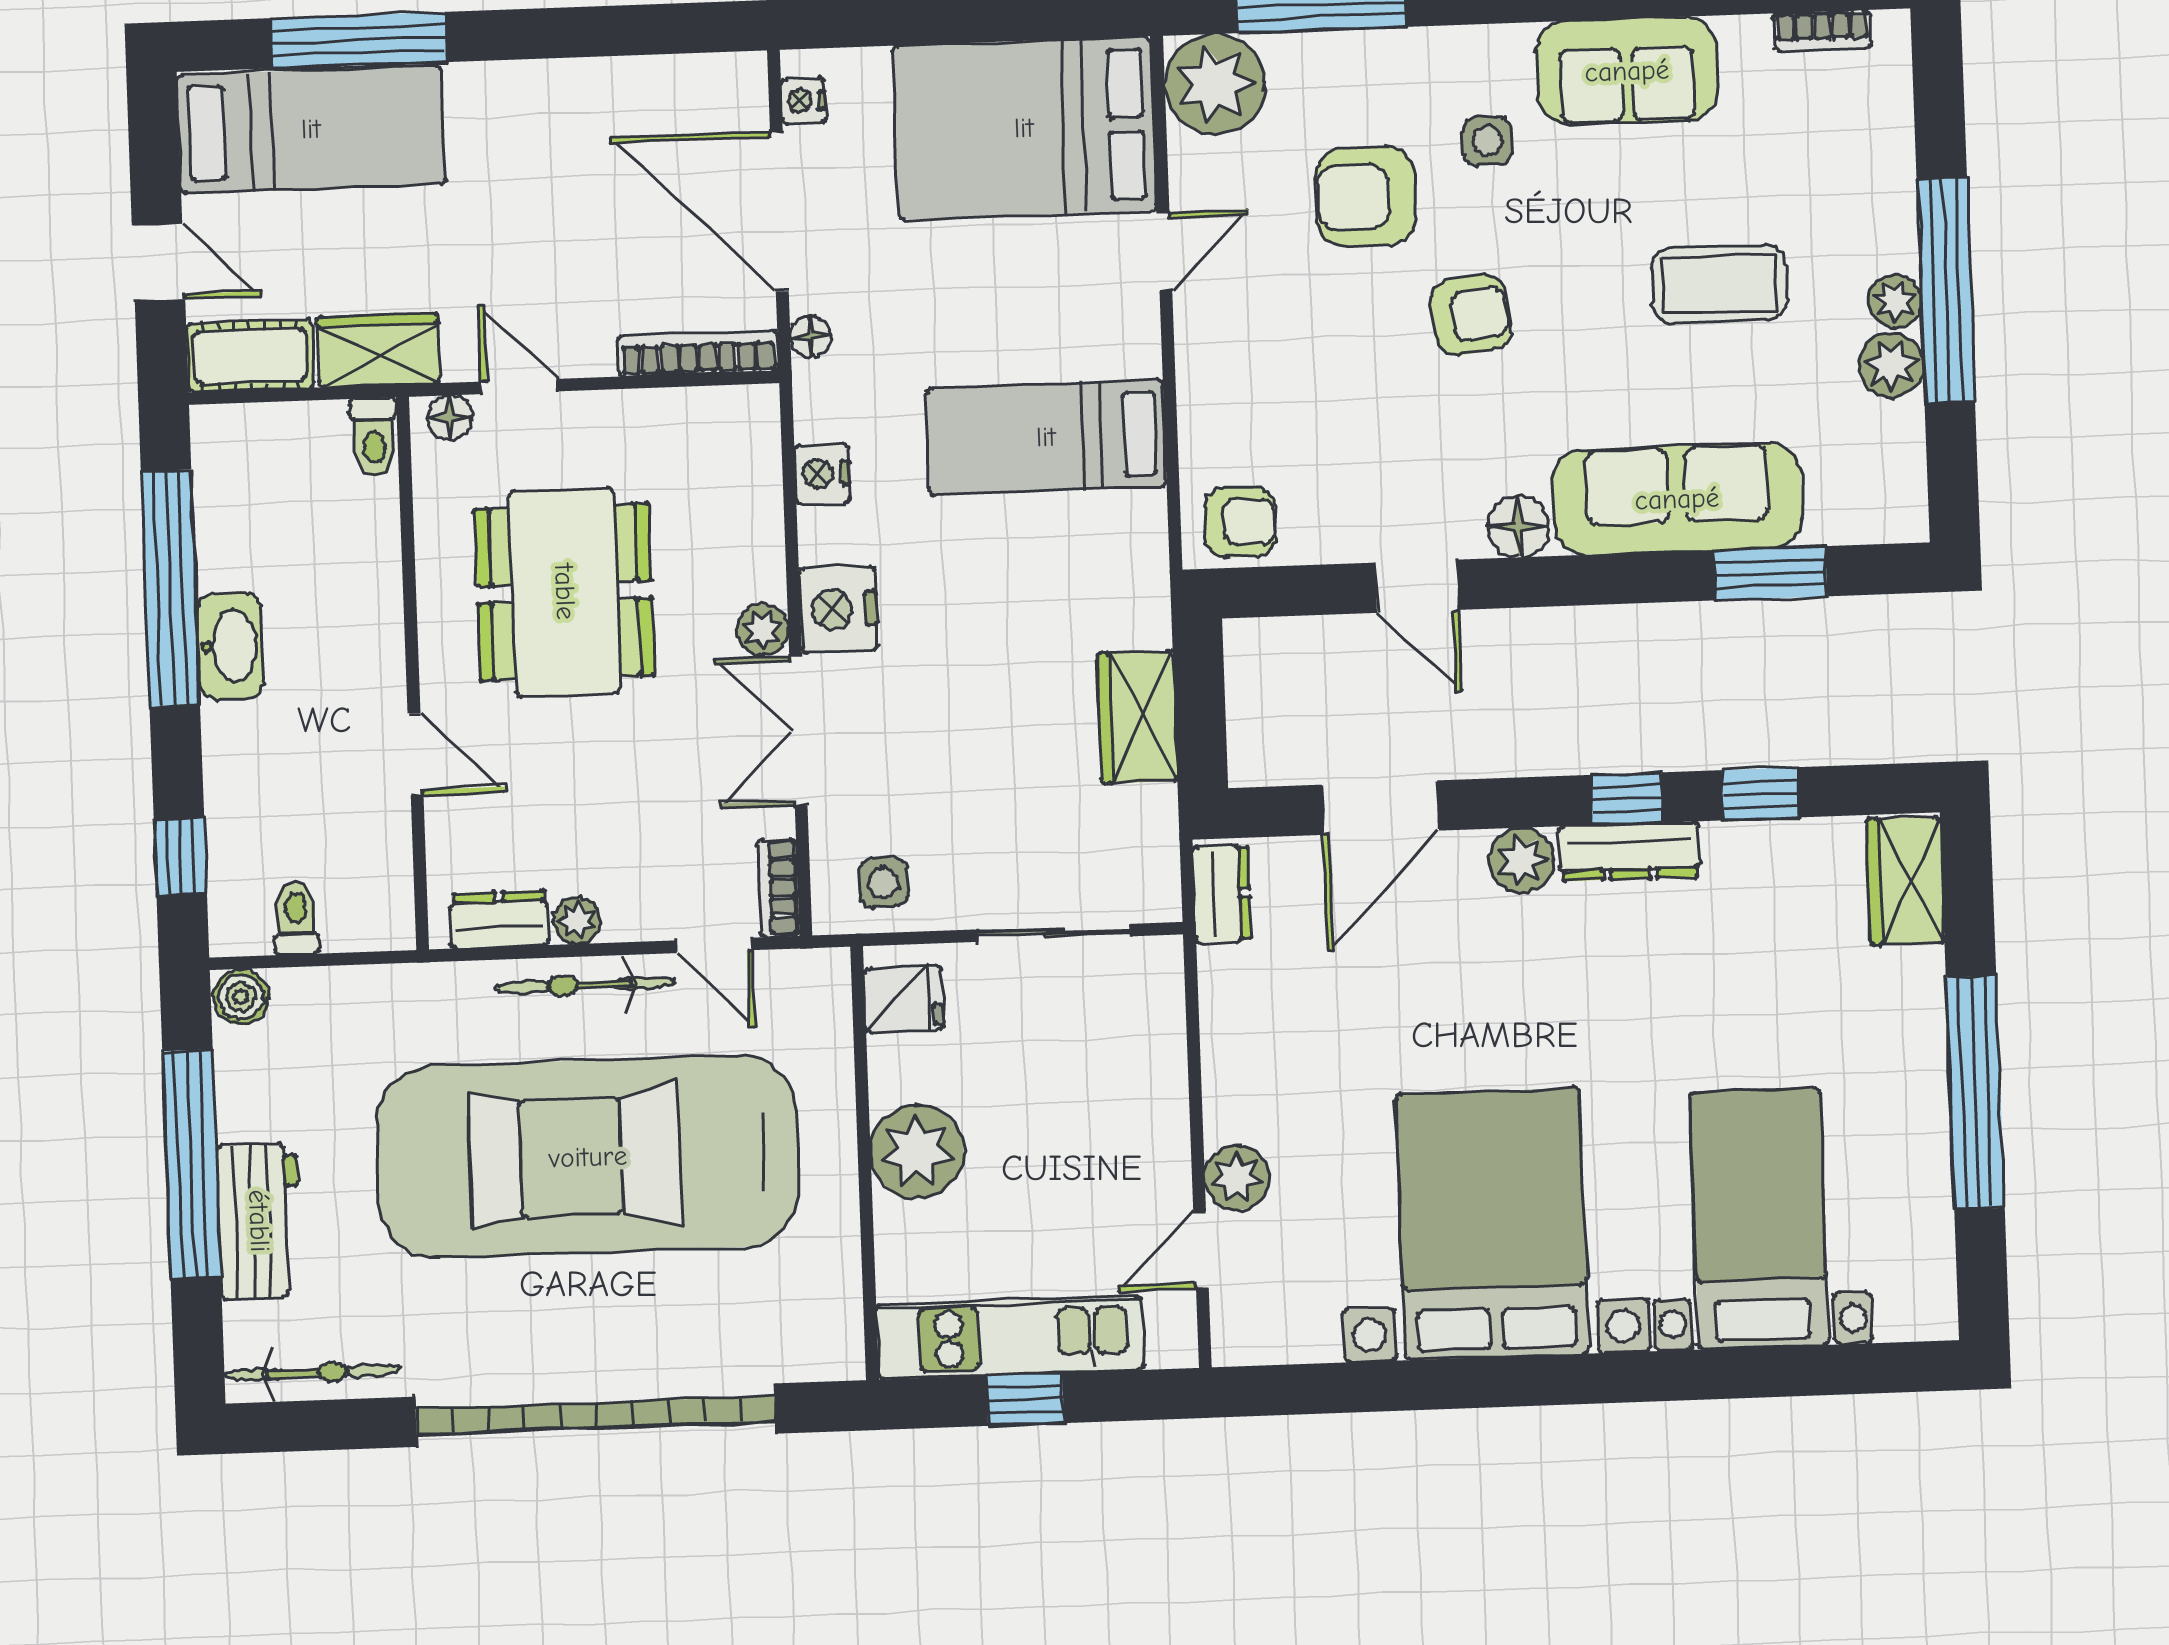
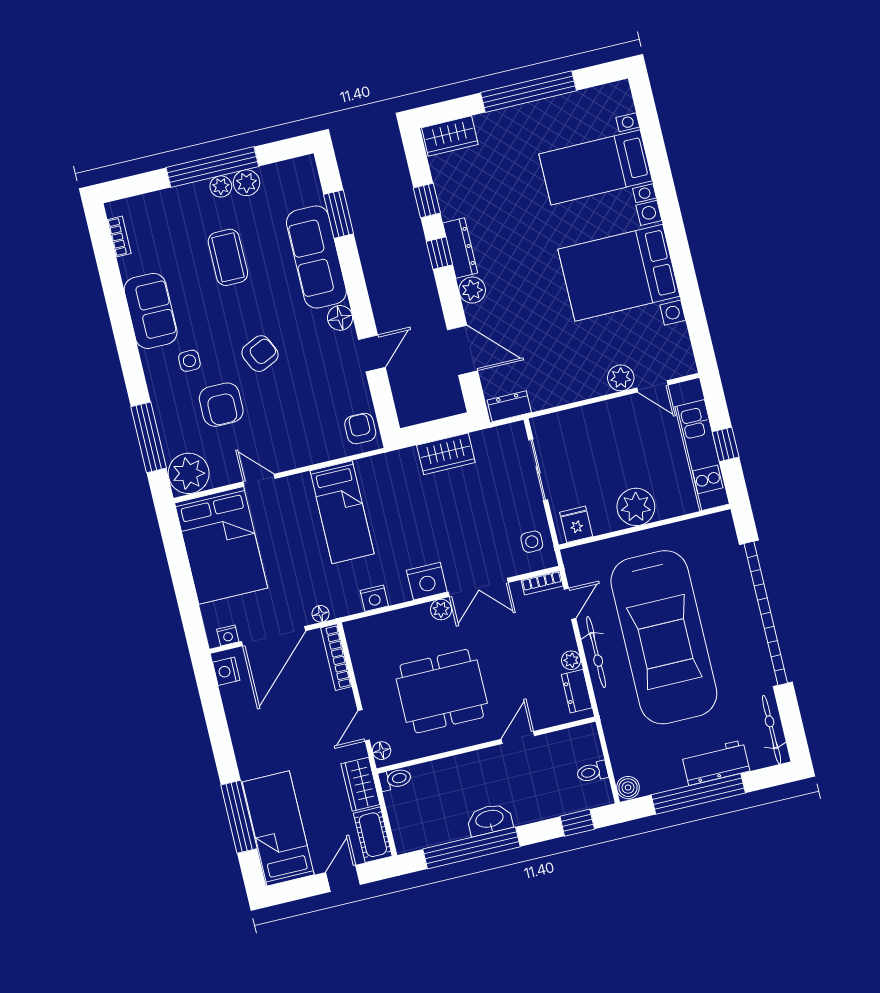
nightstand: (717, 80) -> (226, 671), added
armchair: (1471, 315) -> (260, 354), turned 72

